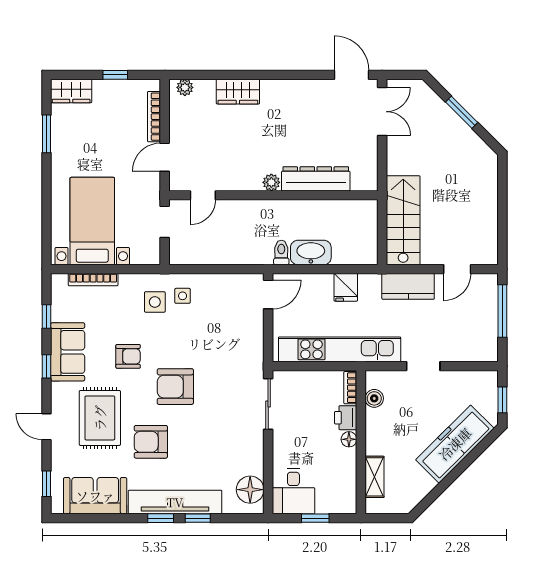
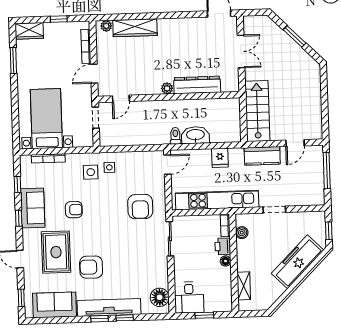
wardrobe: (238, 92) -> (135, 28), width x1.50
double door: (382, 112) -> (241, 51), moved
armchair: (175, 387) -> (140, 207), moved, turned -90

